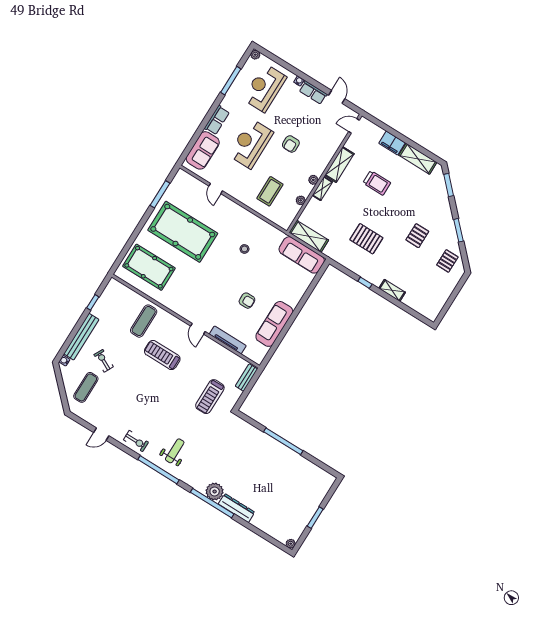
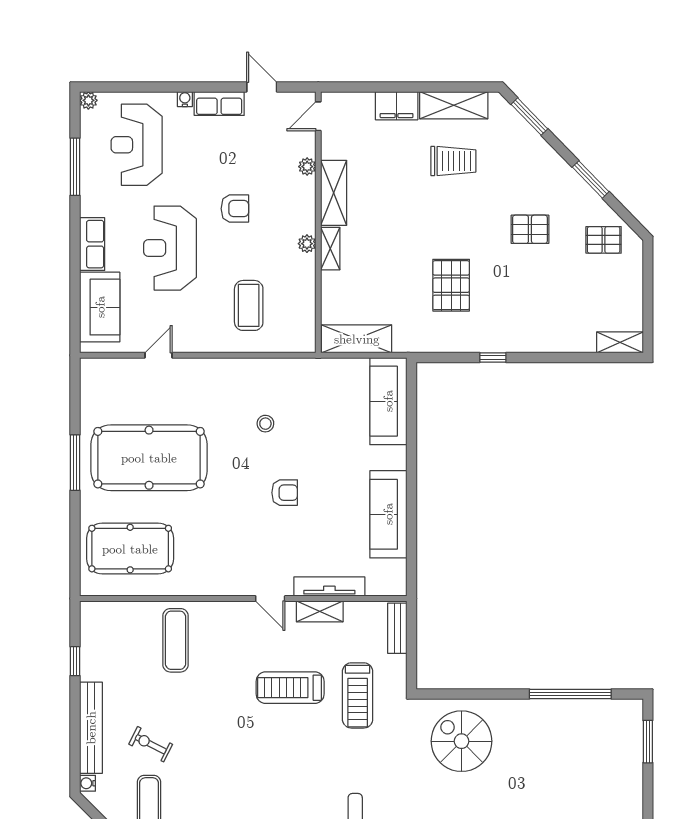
armchair: (291, 144) -> (235, 209), turned -90
trolley: (377, 183) -> (453, 161), moved
door: (216, 188) -> (158, 355), swing flipped
window: (160, 194) -> (75, 463), moved
plant: (301, 200) -> (307, 167), moved
pallet: (417, 236) -> (530, 229), turned 90
pallet: (366, 239) -> (451, 285), turned 90
sofa: (302, 255) -> (388, 401), moved, turned 90
pallet: (447, 261) -> (604, 240), turned 90
shelving: (392, 290) -> (620, 342), moved
armchair: (247, 301) -> (285, 493), moved
shelving: (216, 348) -> (320, 611), added
treadmill: (162, 355) -> (290, 688), moved
window: (283, 441) -> (570, 694), moved
spiral stairs: (244, 446) -> (462, 741), added
window: (315, 518) -> (648, 742), moved

